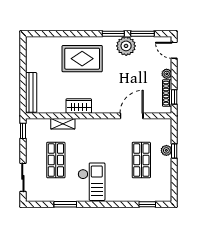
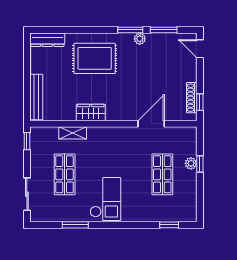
dresser: (41, 42) -> (47, 40), added
plant: (126, 46) -> (140, 39), width x0.53, depth x0.53
plant: (167, 74) -> (191, 76), removed

